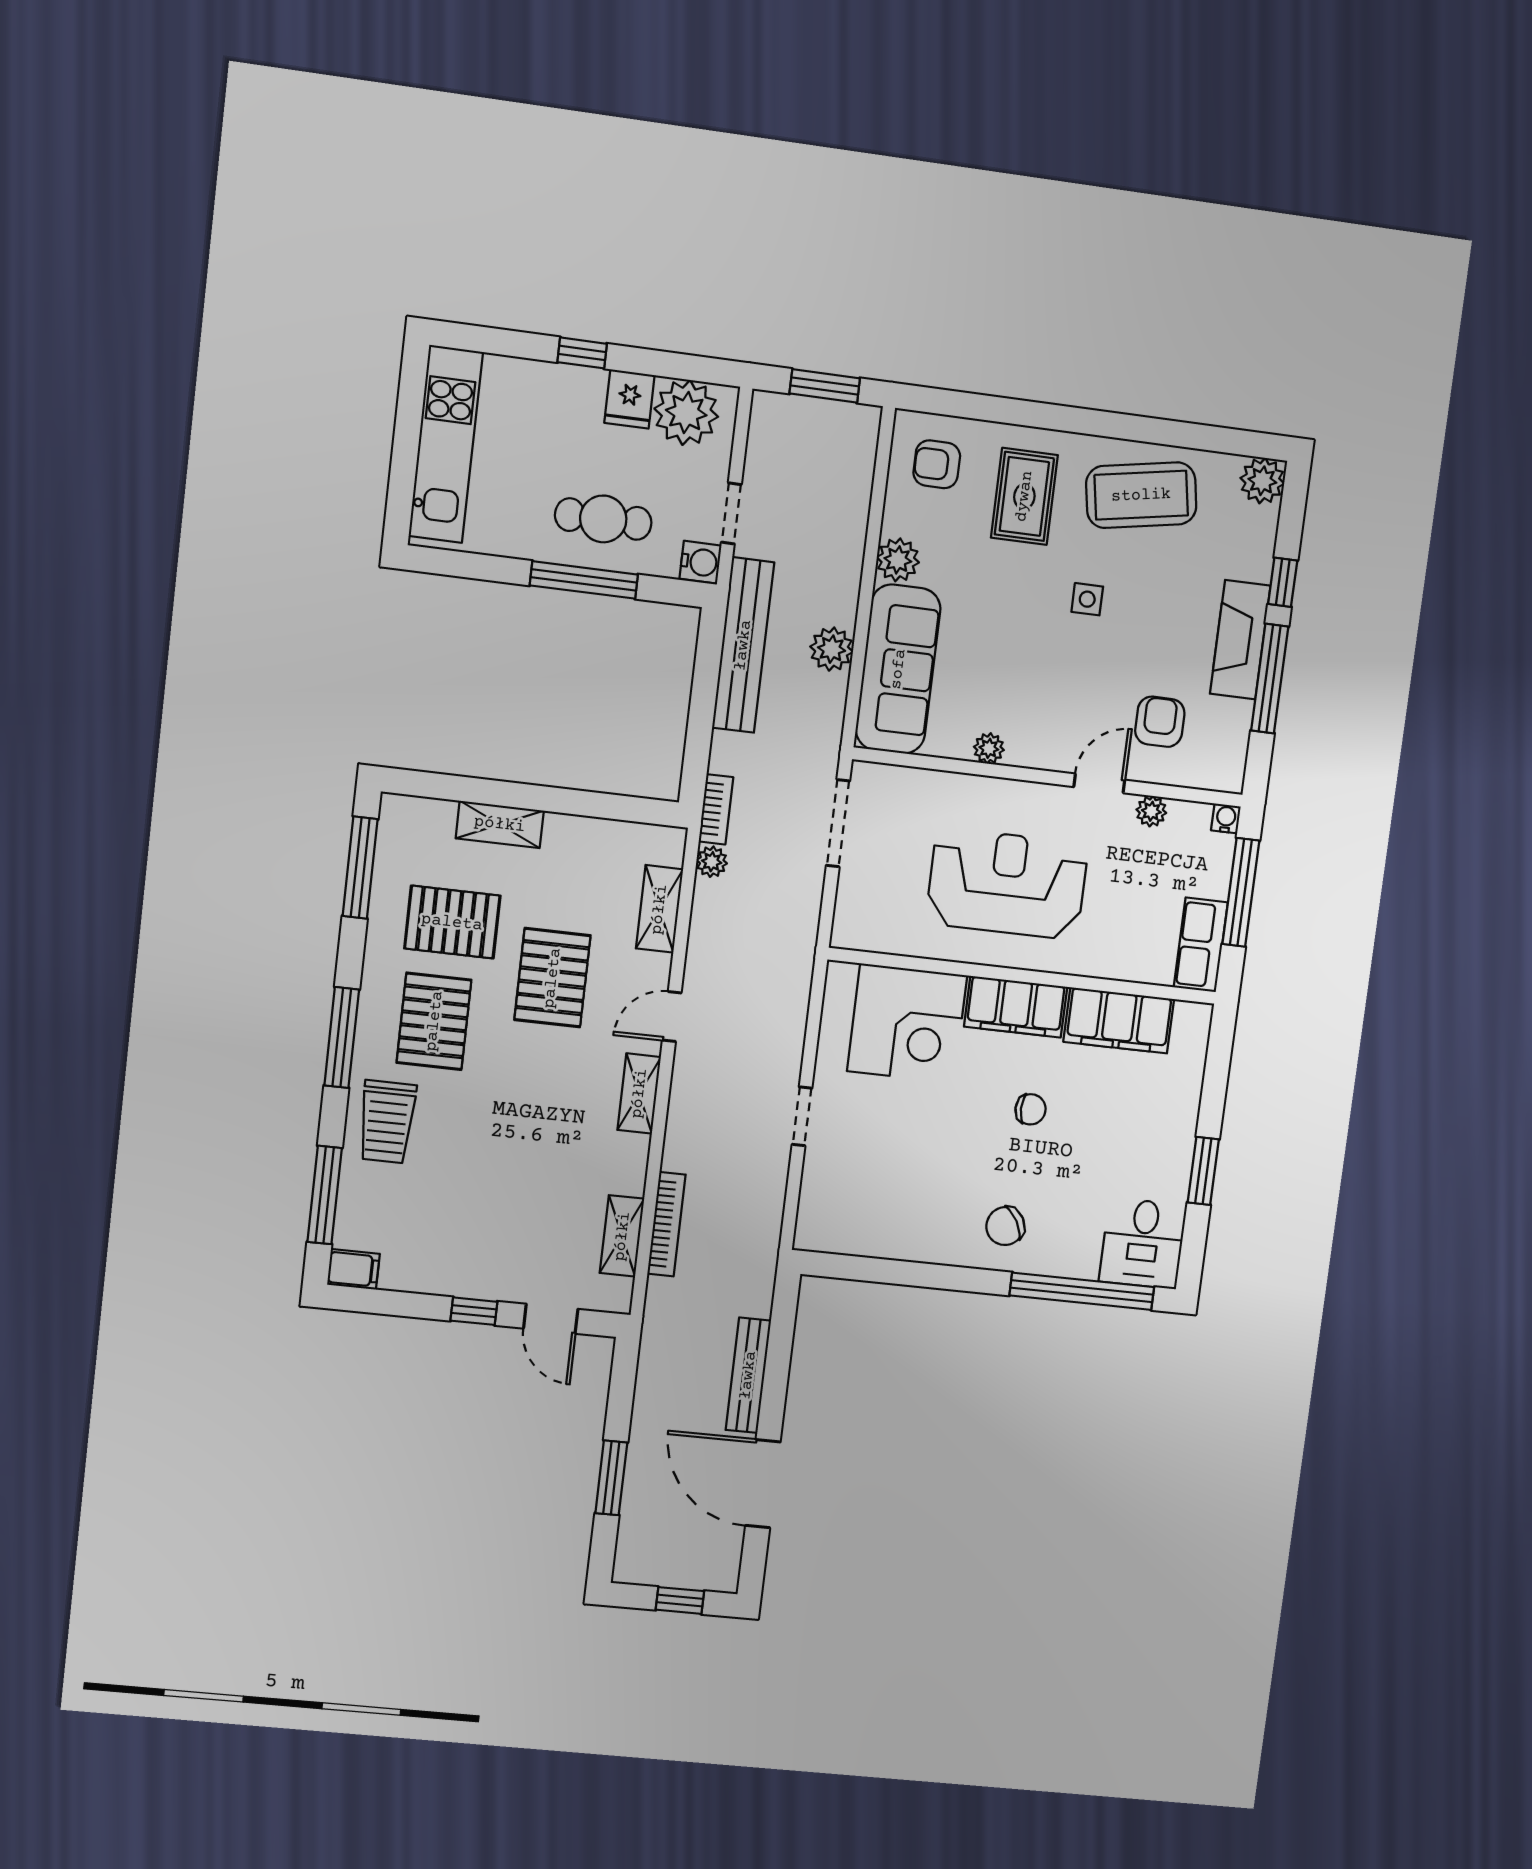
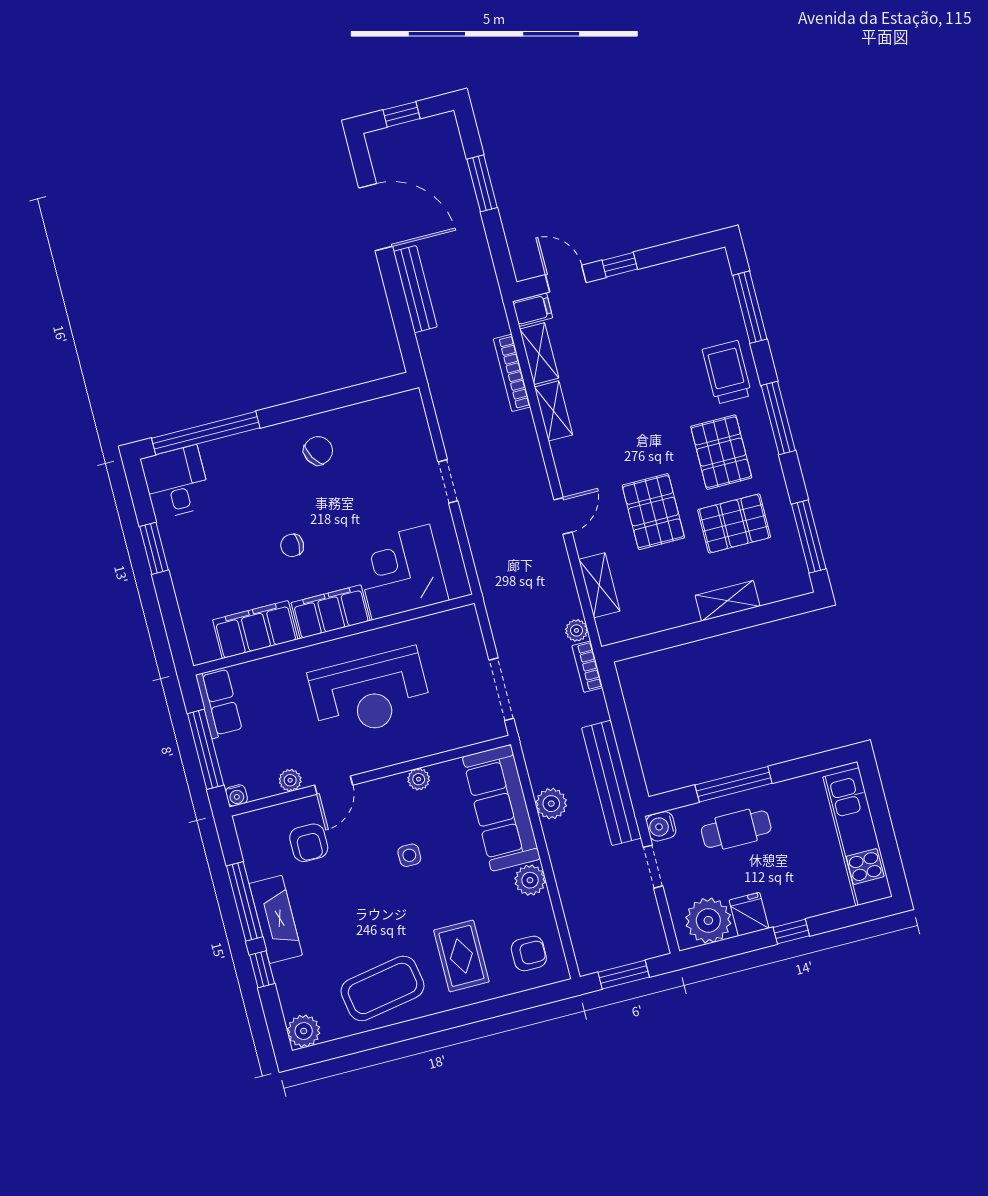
side table: (1087, 599) -> (409, 855), moved
shelving: (639, 1093) -> (554, 411), moved
chair: (1005, 1226) -> (318, 451), moved
filing cabinet: (353, 1269) -> (533, 310), moved, turned 180

